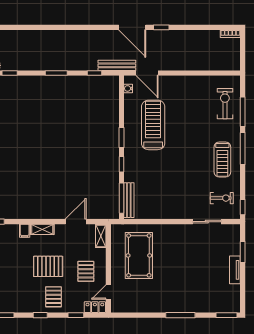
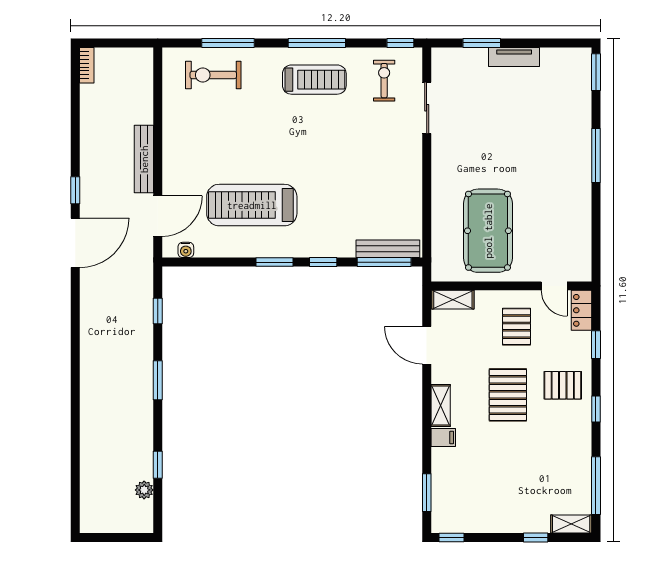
bench: (117, 65) -> (144, 159), moved
window: (243, 148) -> (317, 43), moved
pool table: (139, 255) -> (488, 231), turned 90
pallet: (86, 271) -> (517, 327), turned 90

